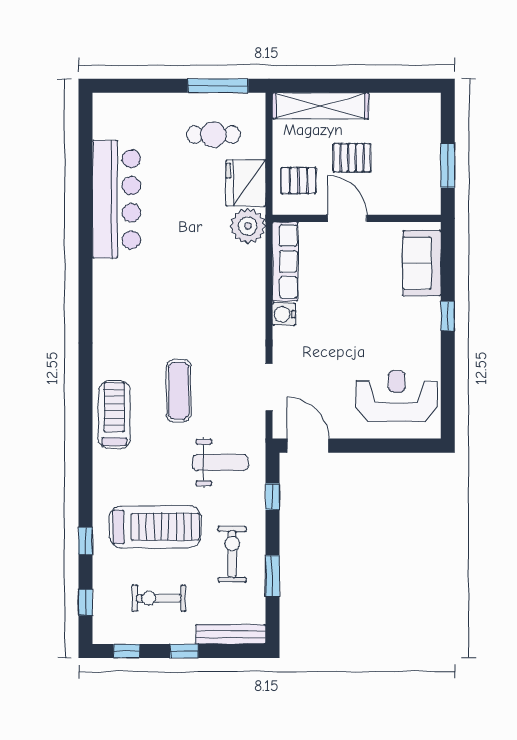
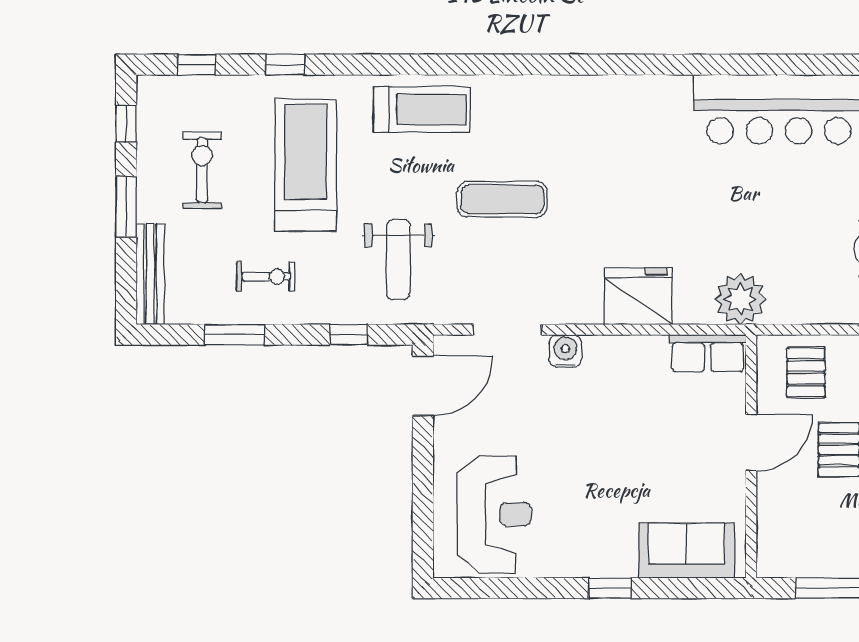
fridge: (246, 183) -> (638, 296), moved
row of seats: (285, 261) -> (708, 353), width x0.68
water cooler: (284, 314) -> (565, 351), moved
treadmill: (114, 415) -> (422, 110), moved
treadmill: (155, 527) -> (305, 165), turned 180
exercise bike: (232, 554) -> (266, 277), width x0.73, depth x0.72
window: (184, 651) -> (126, 207), width x1.50

